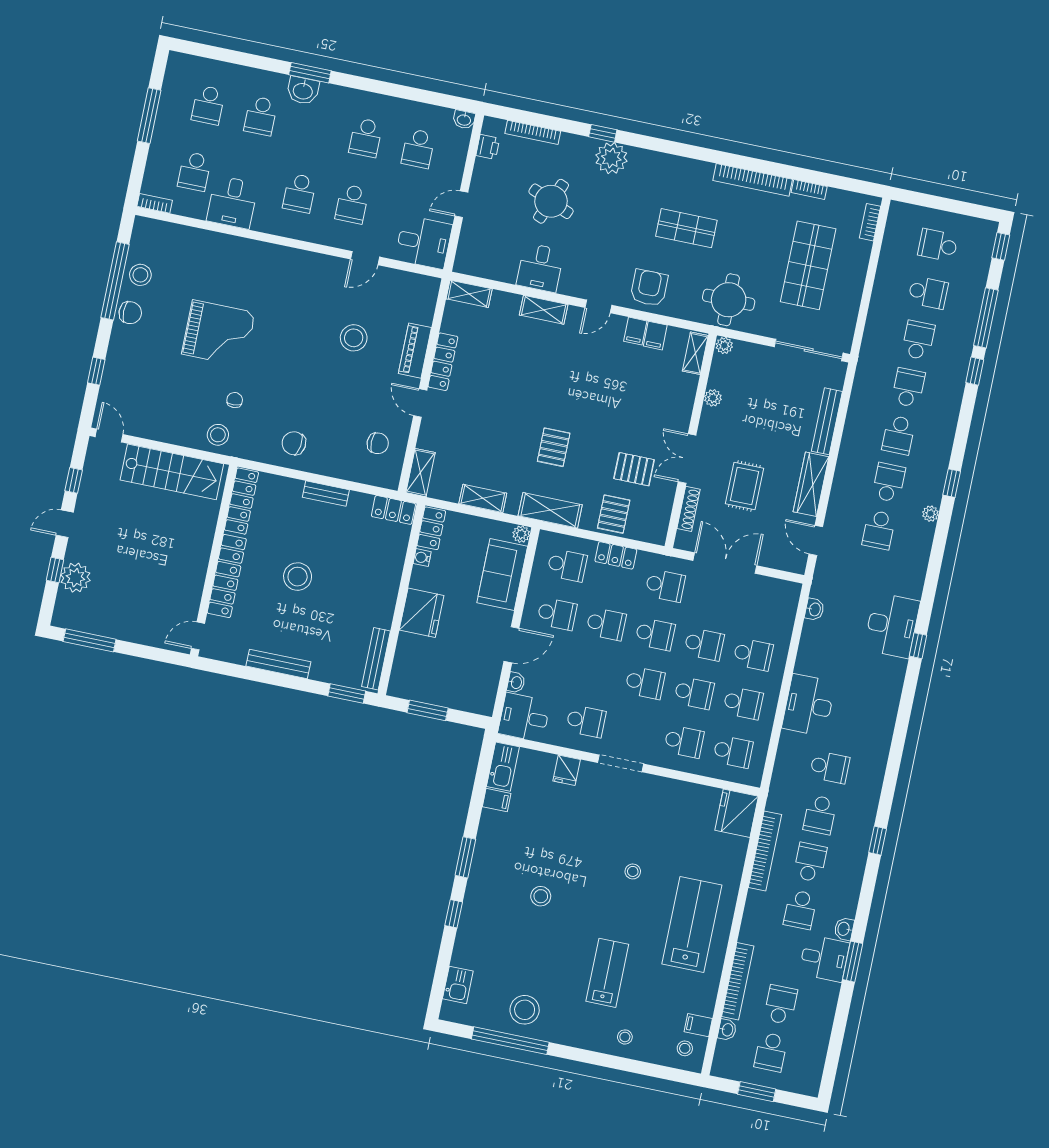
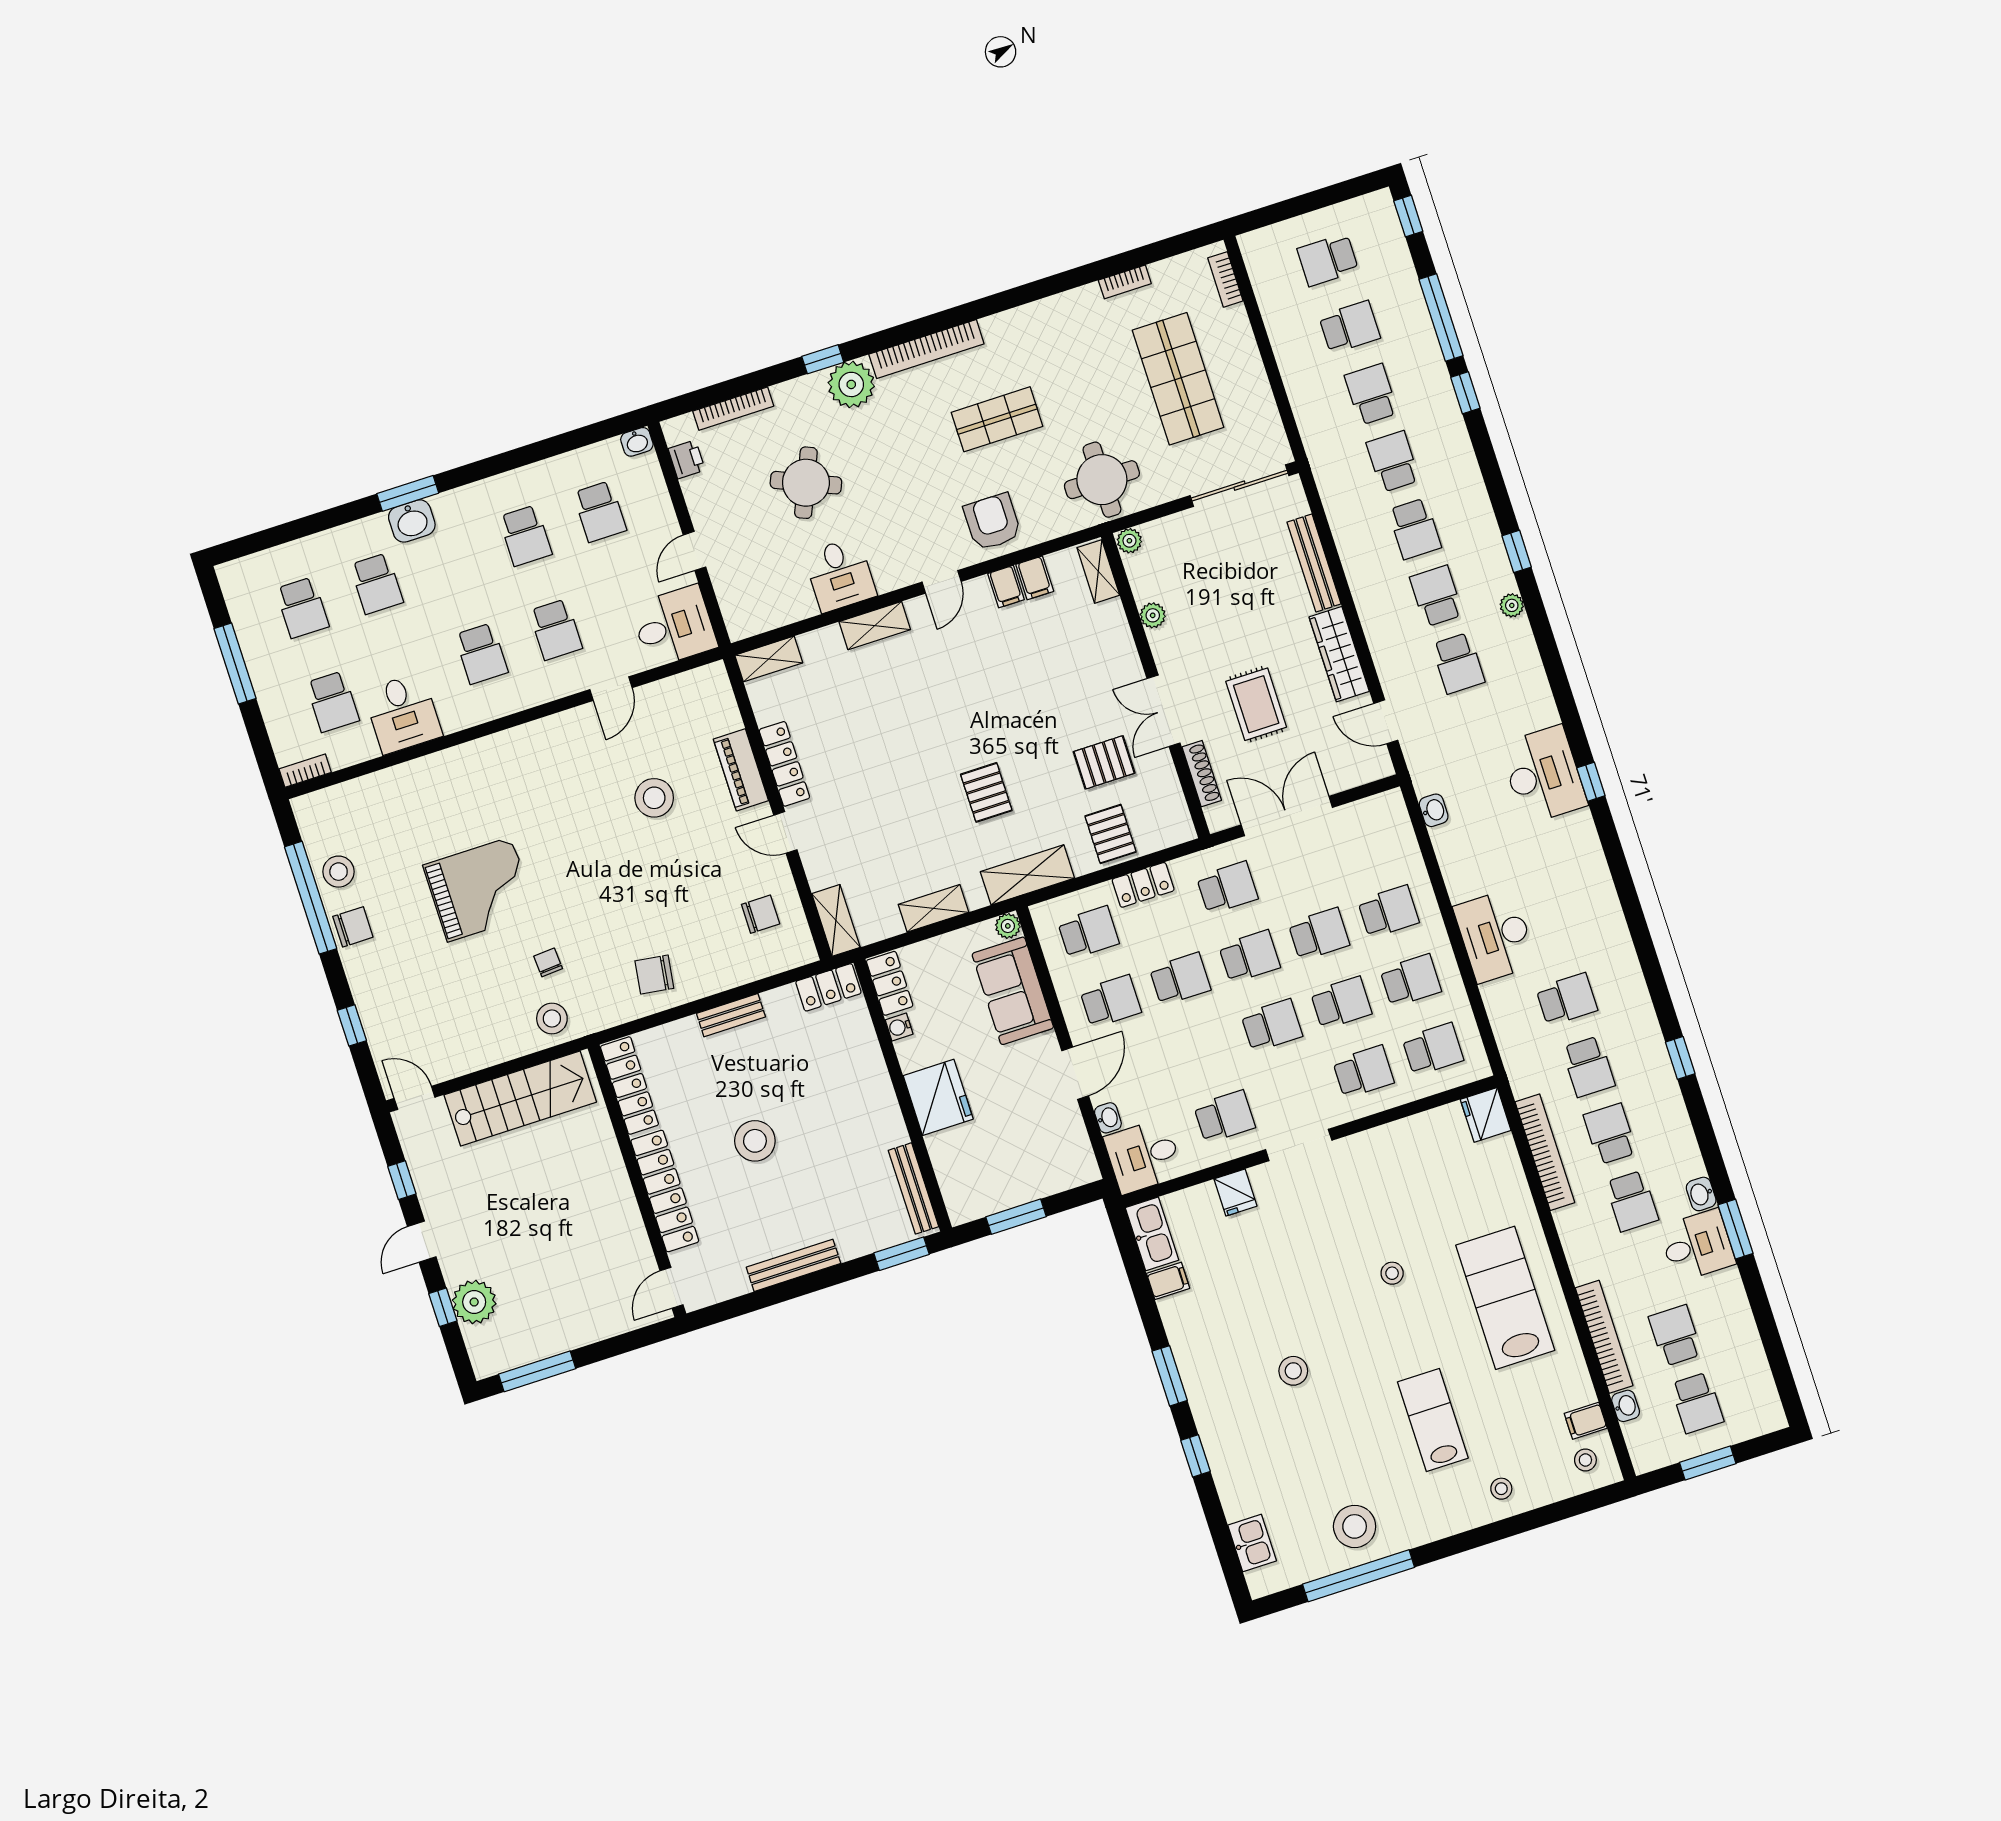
bookcase: (753, 180) -> (926, 349), moved
fridge: (737, 813) -> (1486, 1115), width x0.73, depth x0.75

